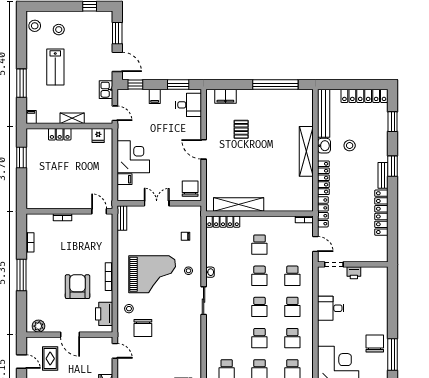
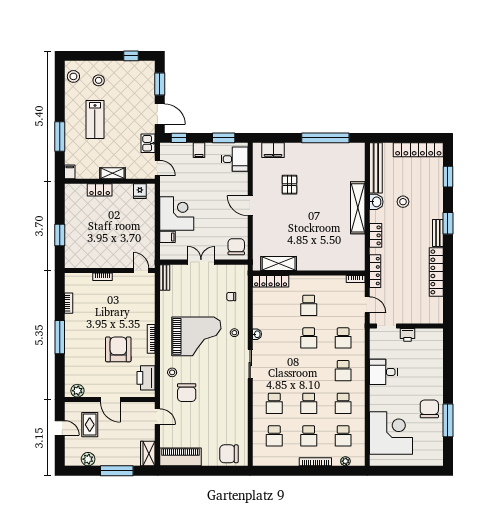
window: (22, 157) -> (60, 235), moved
locker: (323, 178) -> (376, 235), width x0.66
shelving: (239, 204) -> (279, 263), width x0.68
school desk: (259, 307) -> (274, 403), moved

